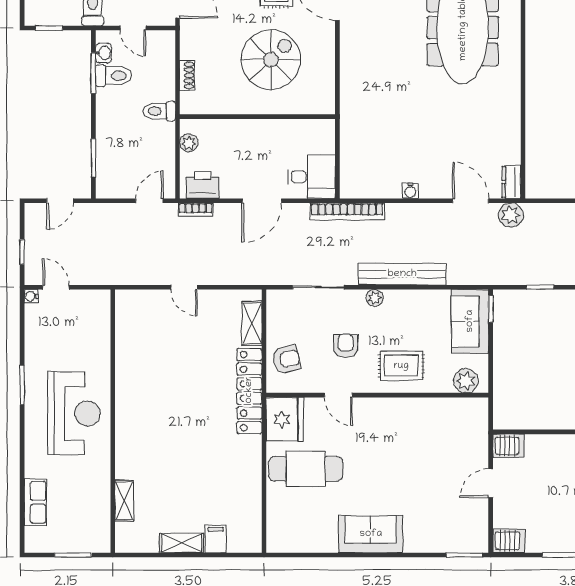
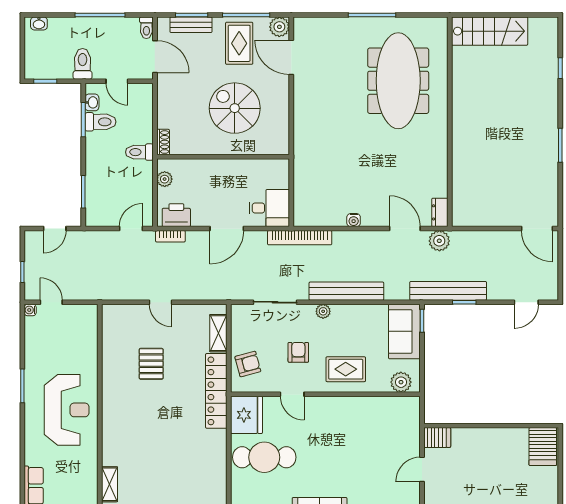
spiral stairs: (271, 60) -> (235, 108), turned -90
shoe rack: (187, 75) -> (163, 142), moved
bench: (521, 274) -> (448, 291), added
pallet: (173, 359) -> (151, 364), added

